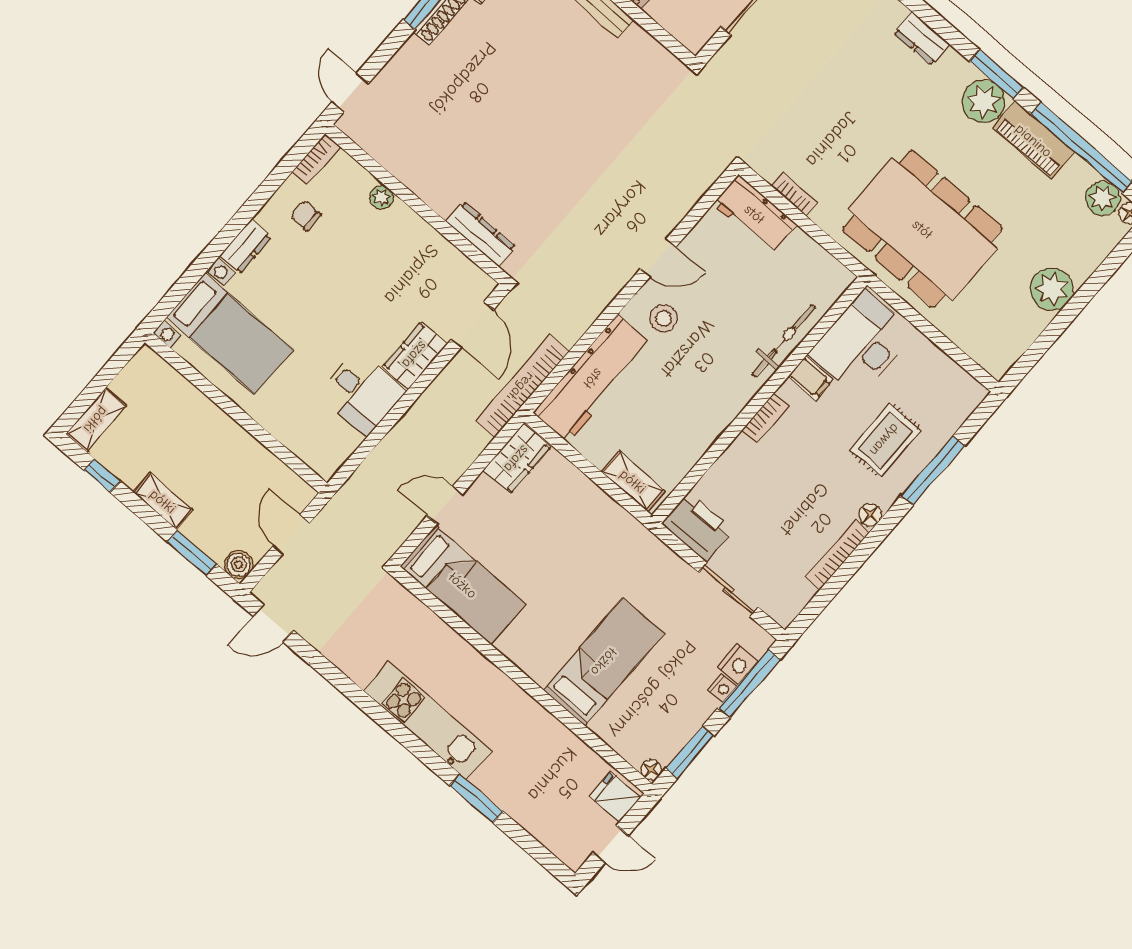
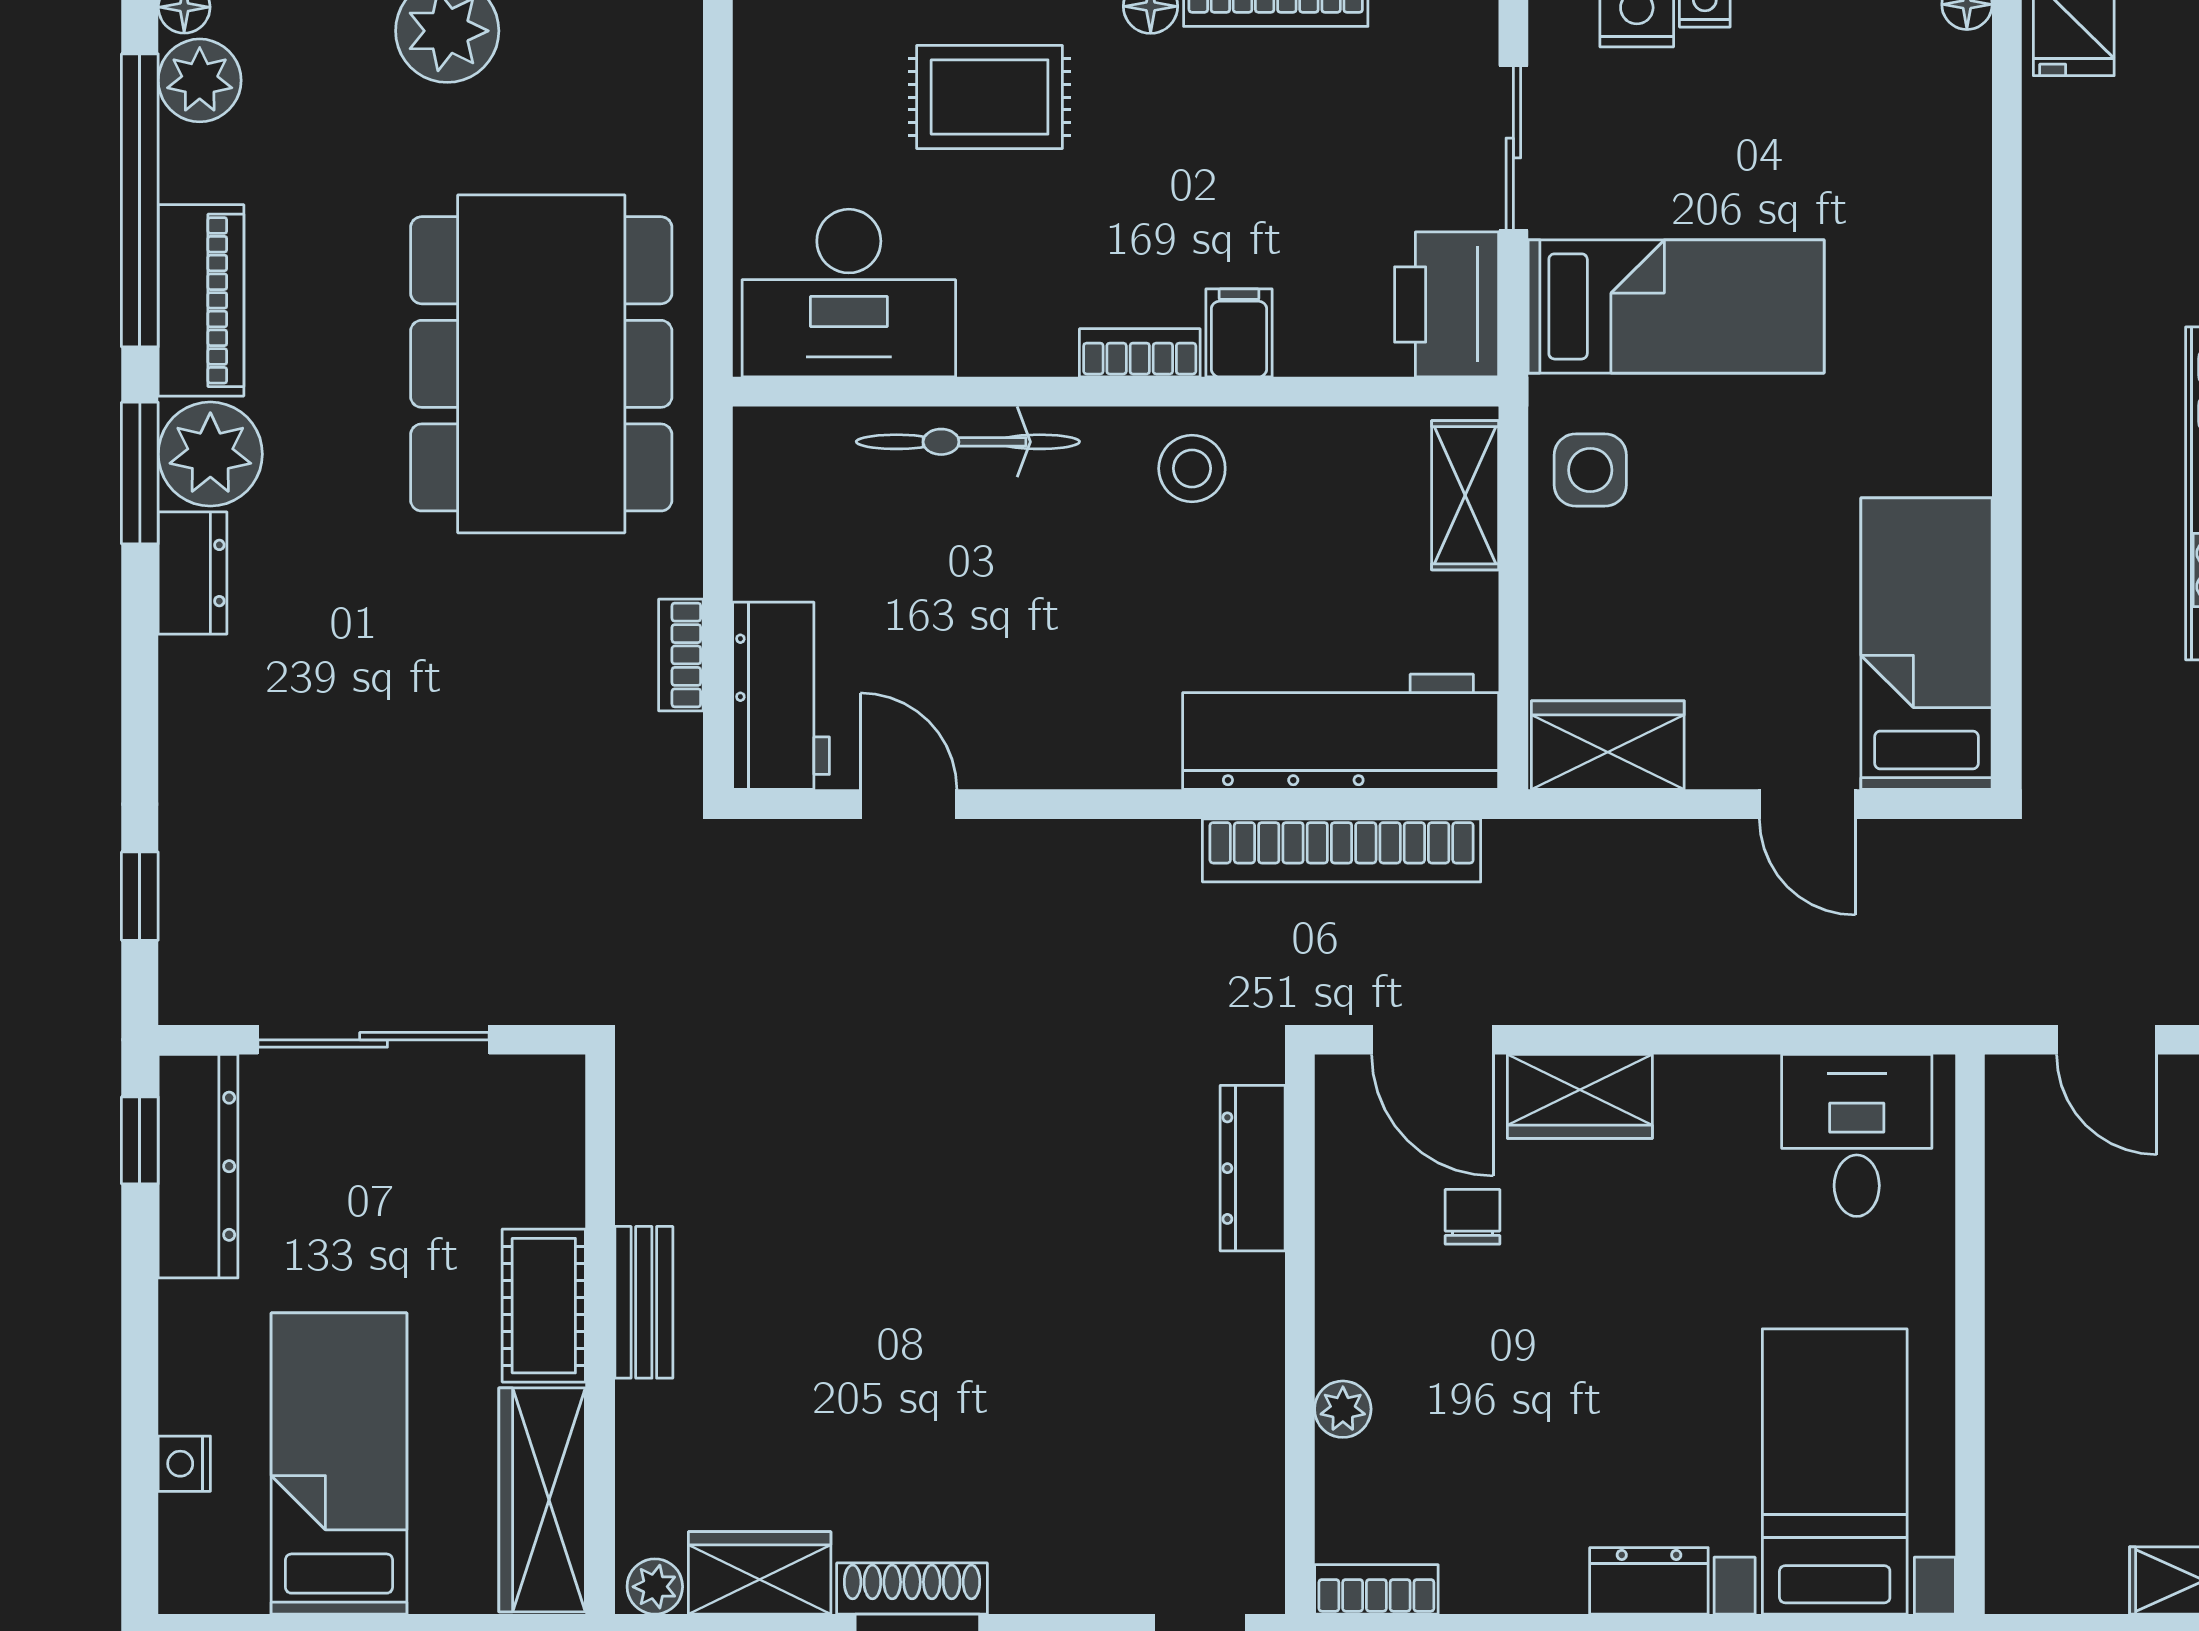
dresser: (922, 38) -> (193, 573), moved
chair: (306, 216) -> (1472, 1217), moved, turned 180
door: (658, 258) -> (909, 804), moved
stool: (664, 318) -> (1192, 468), moved
door: (472, 325) -> (1432, 1040), swing flipped
filing cabinet: (810, 378) -> (1239, 333), moved
bookcase: (522, 386) -> (1342, 850), moved
desk: (362, 393) -> (1857, 1135), moved
side table: (607, 527) -> (1590, 470), added
door: (291, 535) -> (2107, 1040), hinge flipped
bed: (604, 662) -> (1676, 306), moved, turned 180

